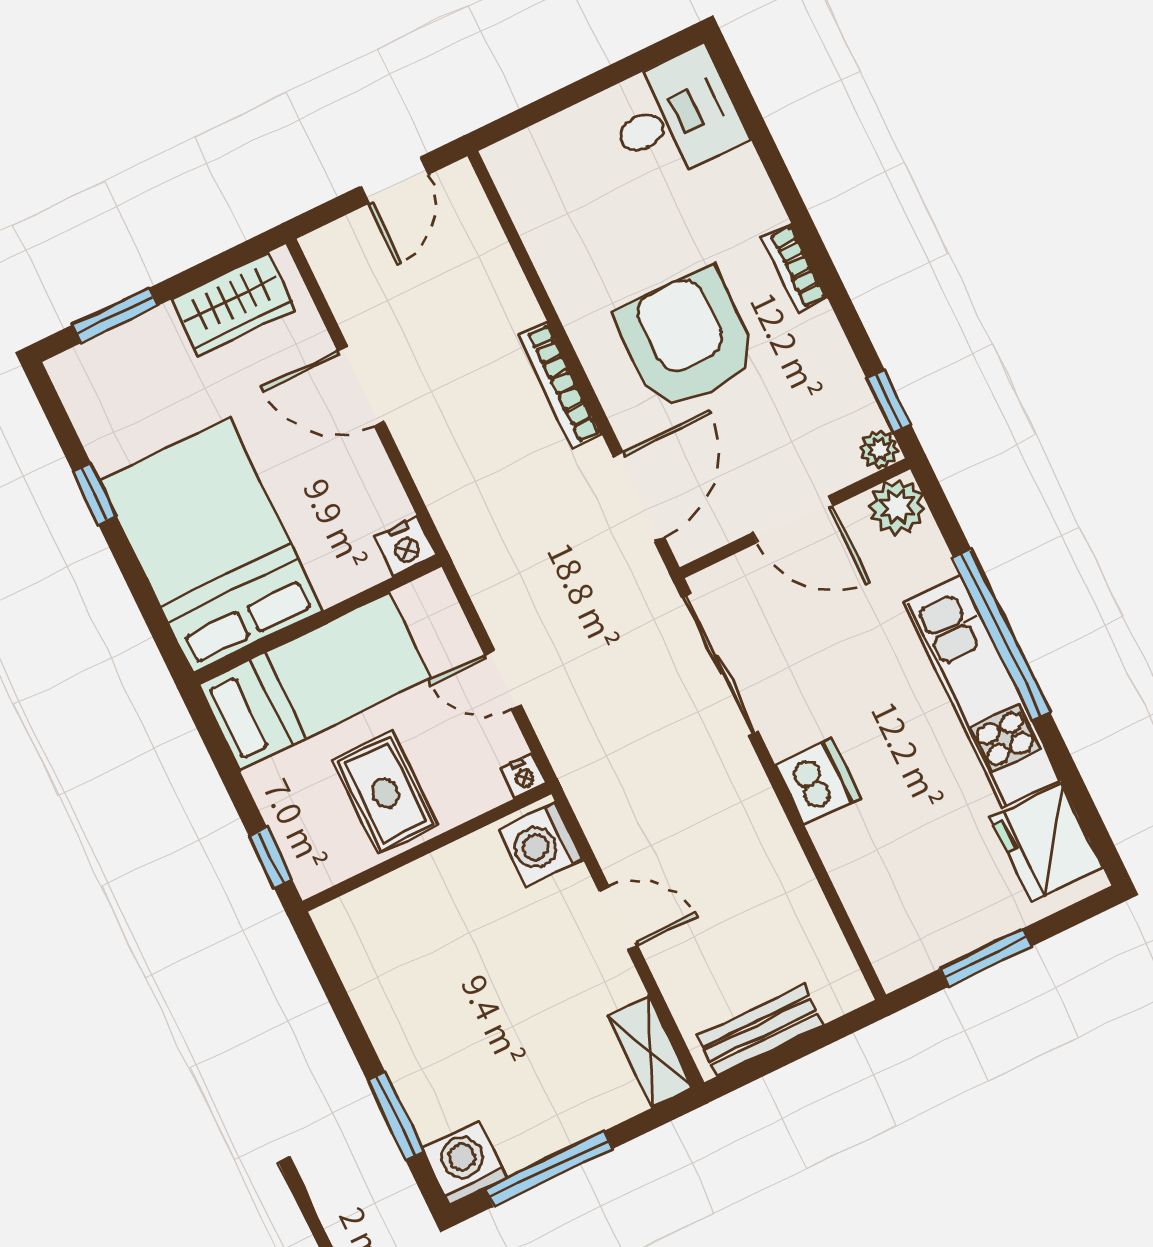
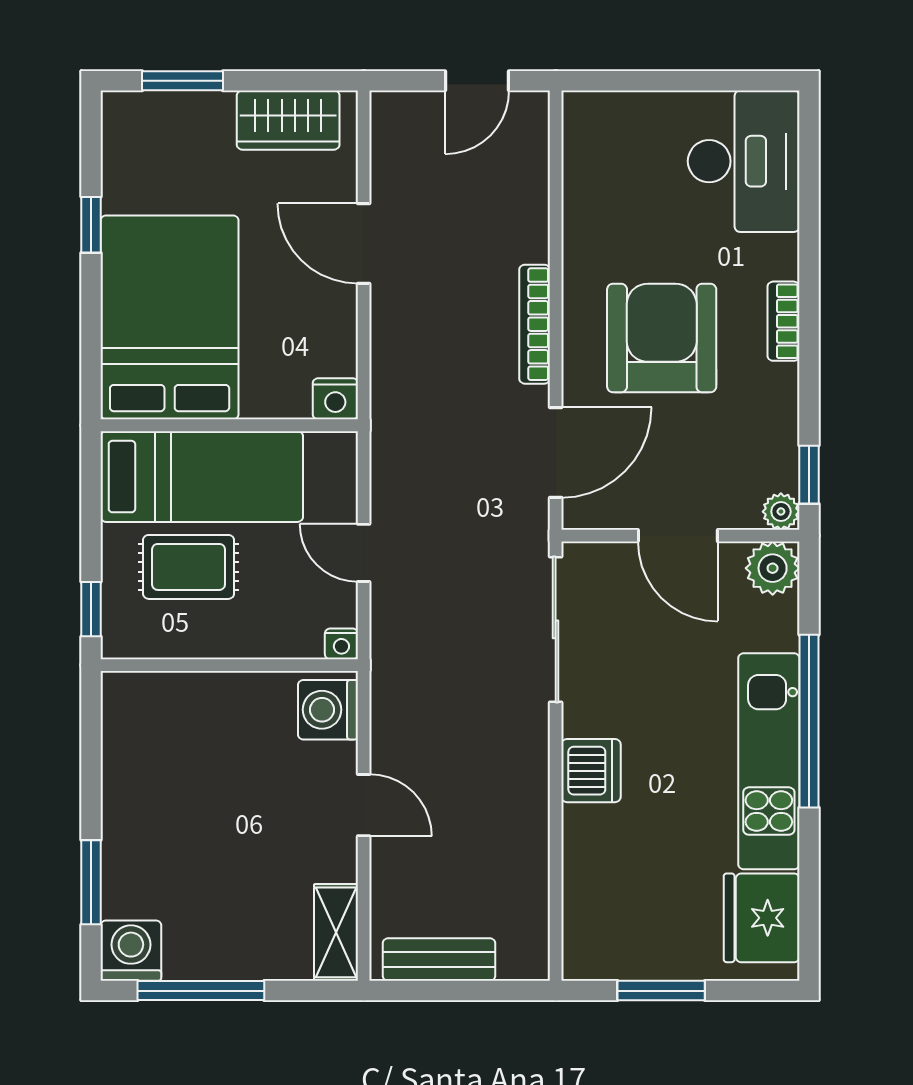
desk: (675, 116) -> (744, 161), width x1.37
rug: (385, 793) -> (189, 567), moved, turned 90

